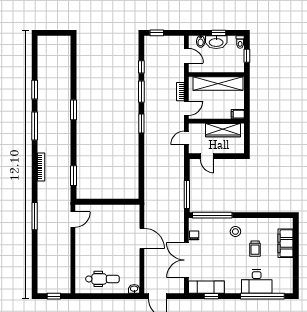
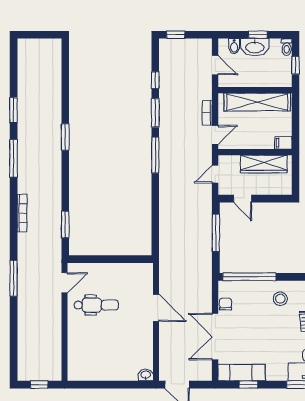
window: (141, 123) -> (155, 155), width x1.44
window: (187, 195) -> (216, 233), moved
dental chair: (102, 279) -> (96, 305), moved

